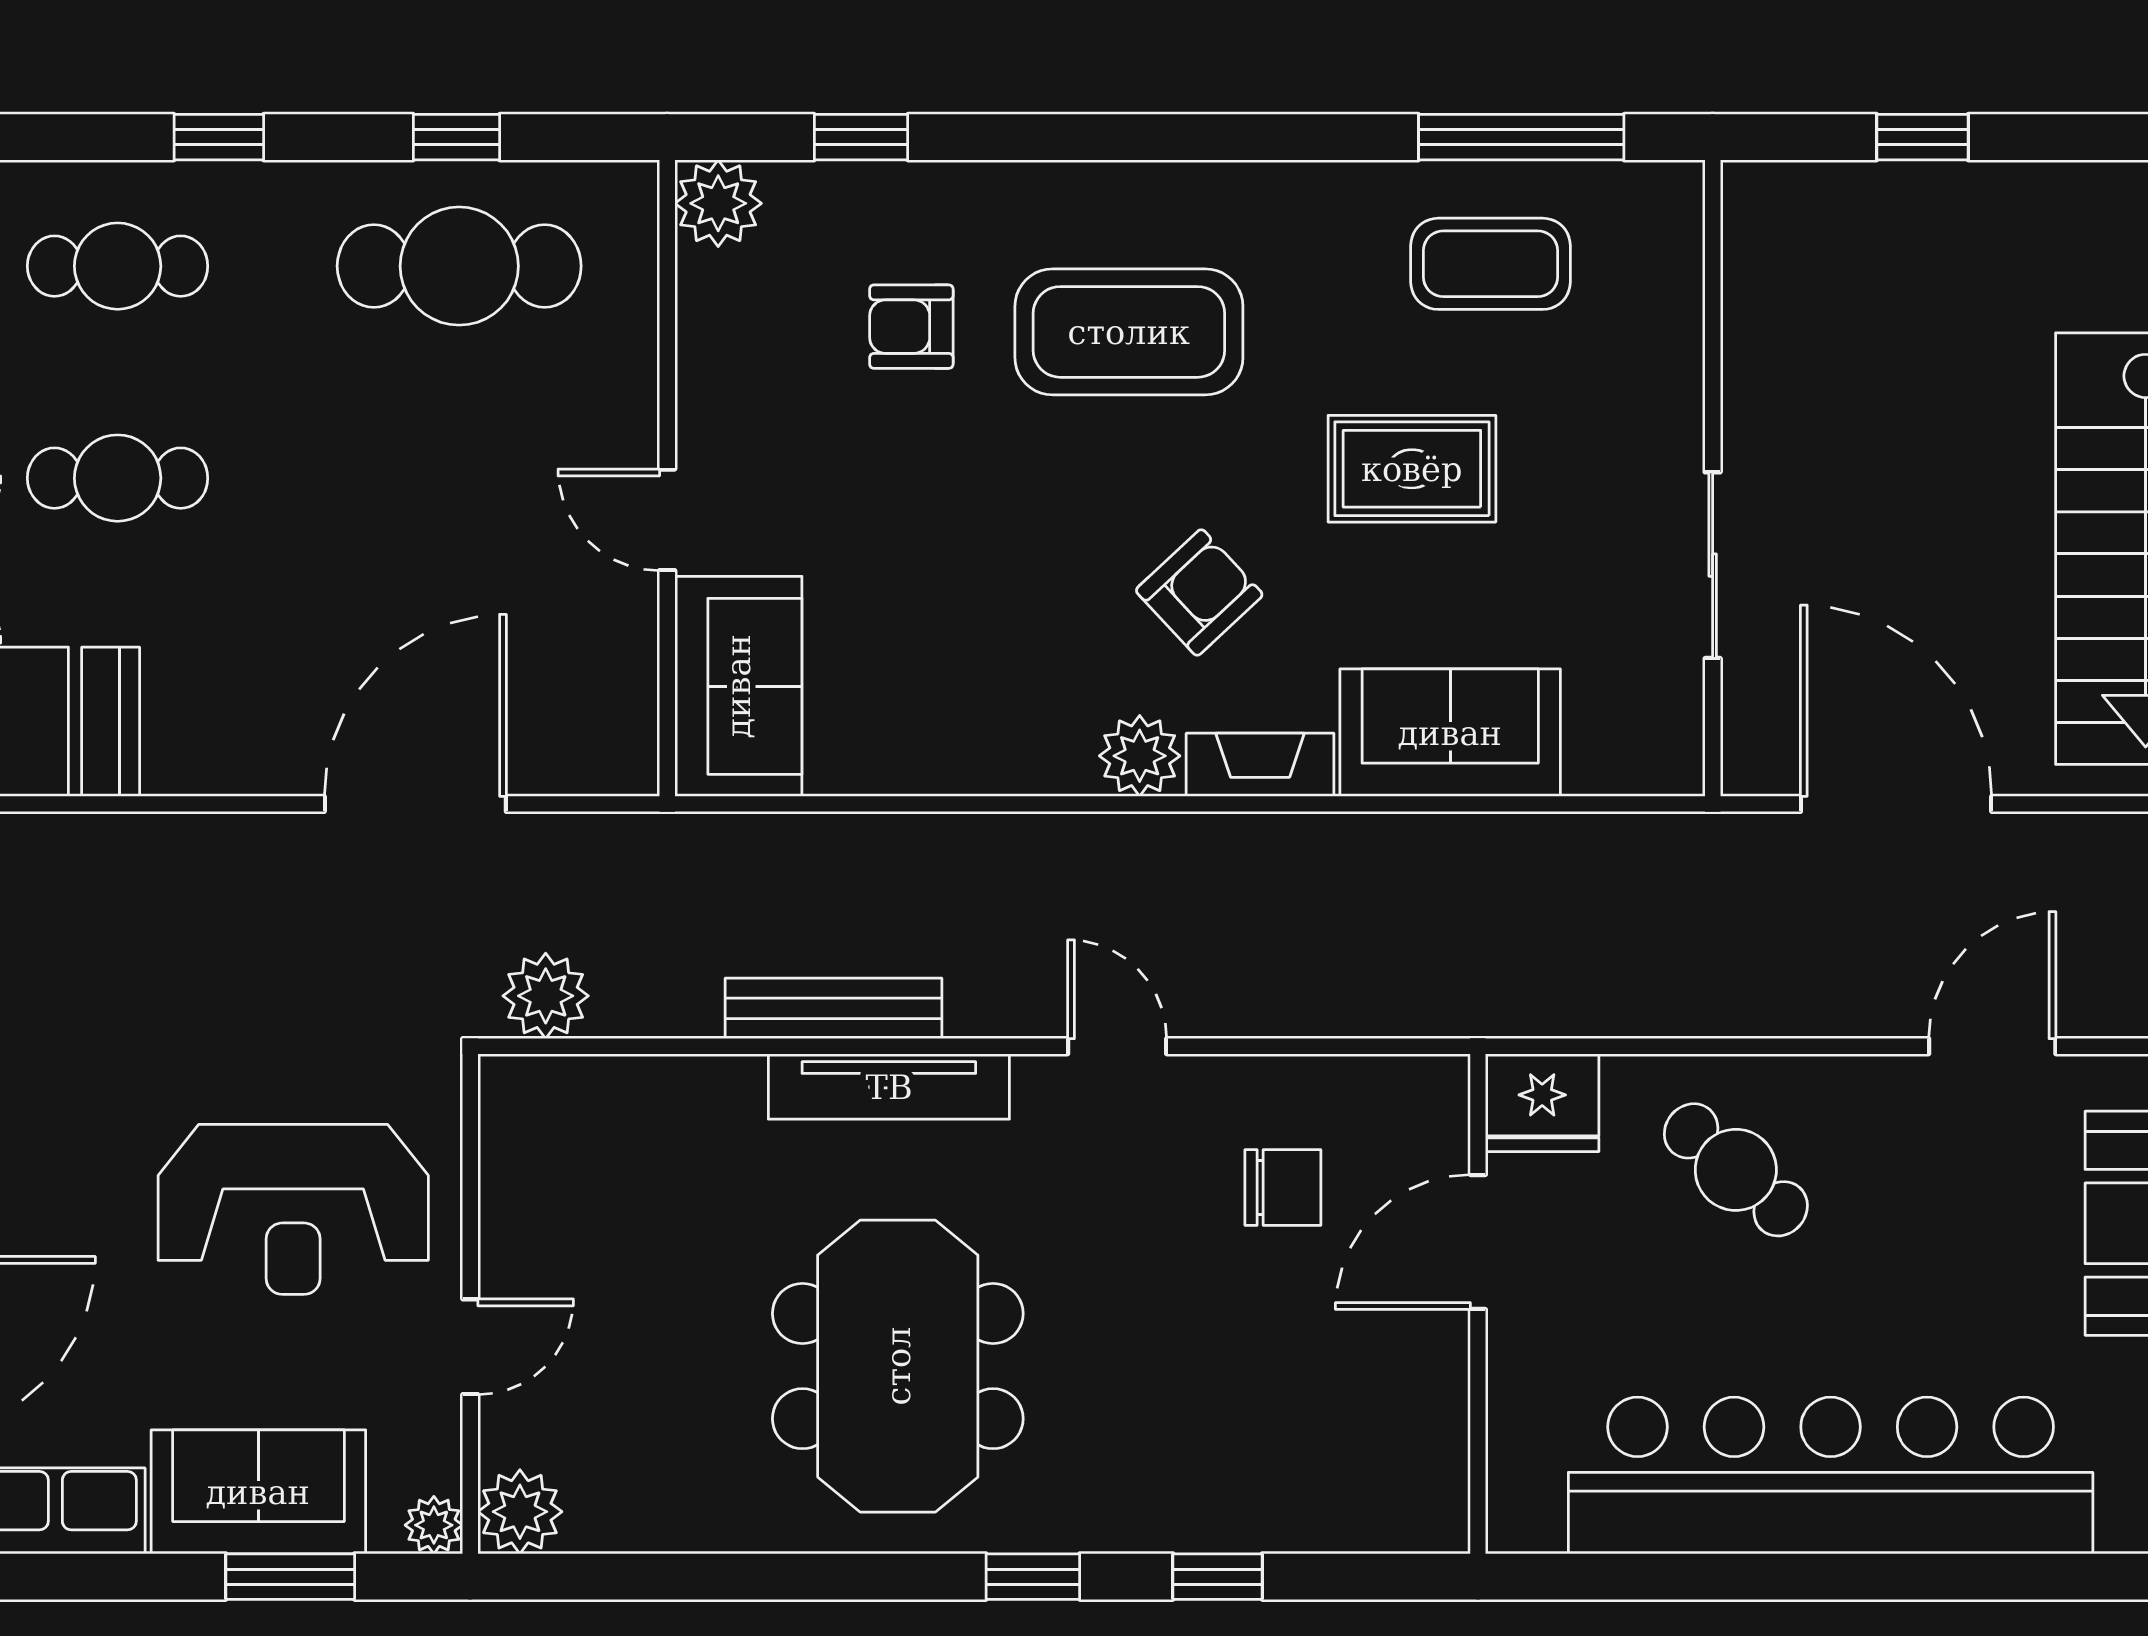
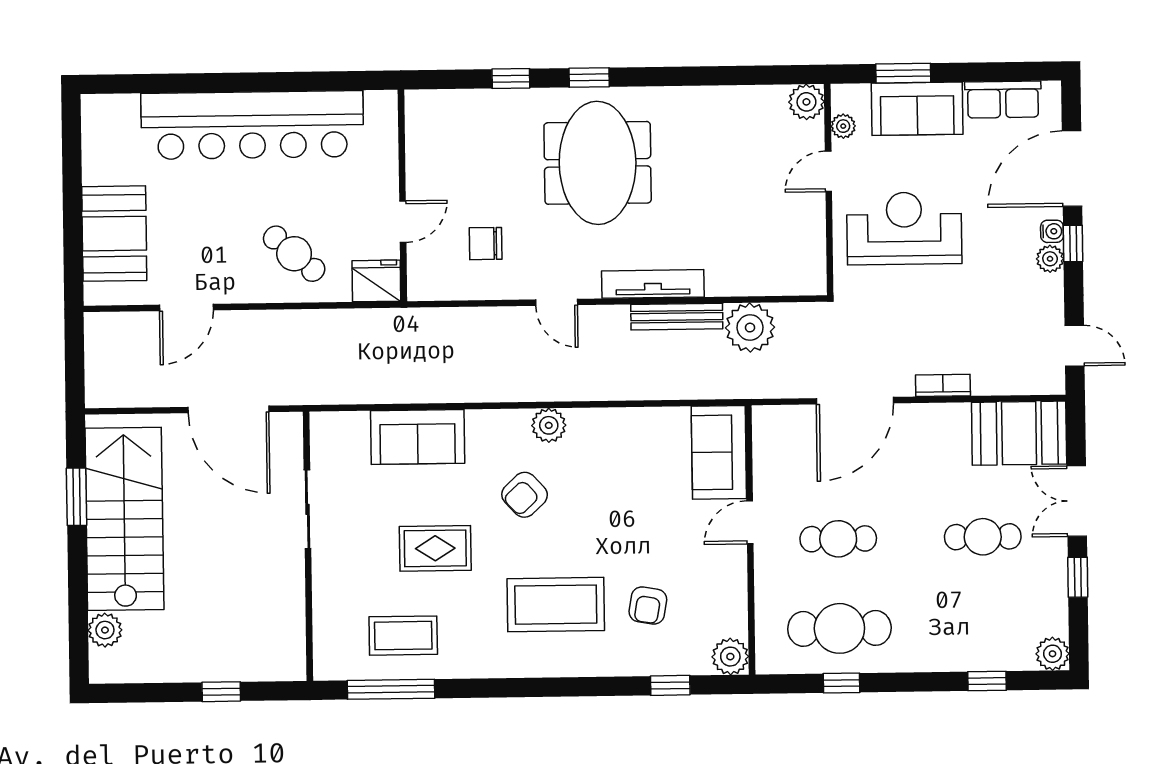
window: (219, 137) -> (987, 681), moved
cafe table: (118, 266) -> (838, 539), moved
armchair: (911, 327) -> (648, 606), turned 100
door: (667, 520) -> (750, 522), swing flipped
fireplace: (1260, 765) -> (498, 422), removed
bookcase: (207, 837) -> (943, 385), added
plant: (546, 996) -> (750, 328), moved, width x1.36, depth x1.36
door: (1478, 1242) -> (403, 222), width x0.73
meeting table: (898, 1366) -> (598, 163), moved
plant: (434, 1525) -> (843, 126), moved

